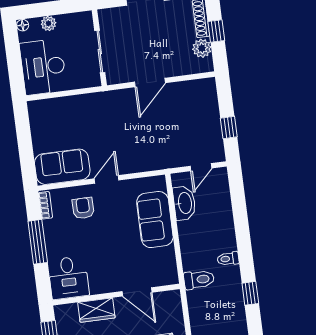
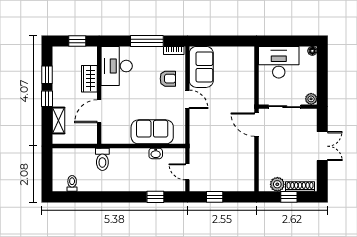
plant: (49, 23) -> (311, 99), moved
door: (150, 82) -> (256, 125), moved
washbasin: (184, 203) -> (156, 153), width x0.52, depth x0.69
toilet: (228, 259) -> (72, 183), moved
desk: (68, 278) -> (117, 66), width x1.37
window: (250, 293) -> (155, 197), moved

